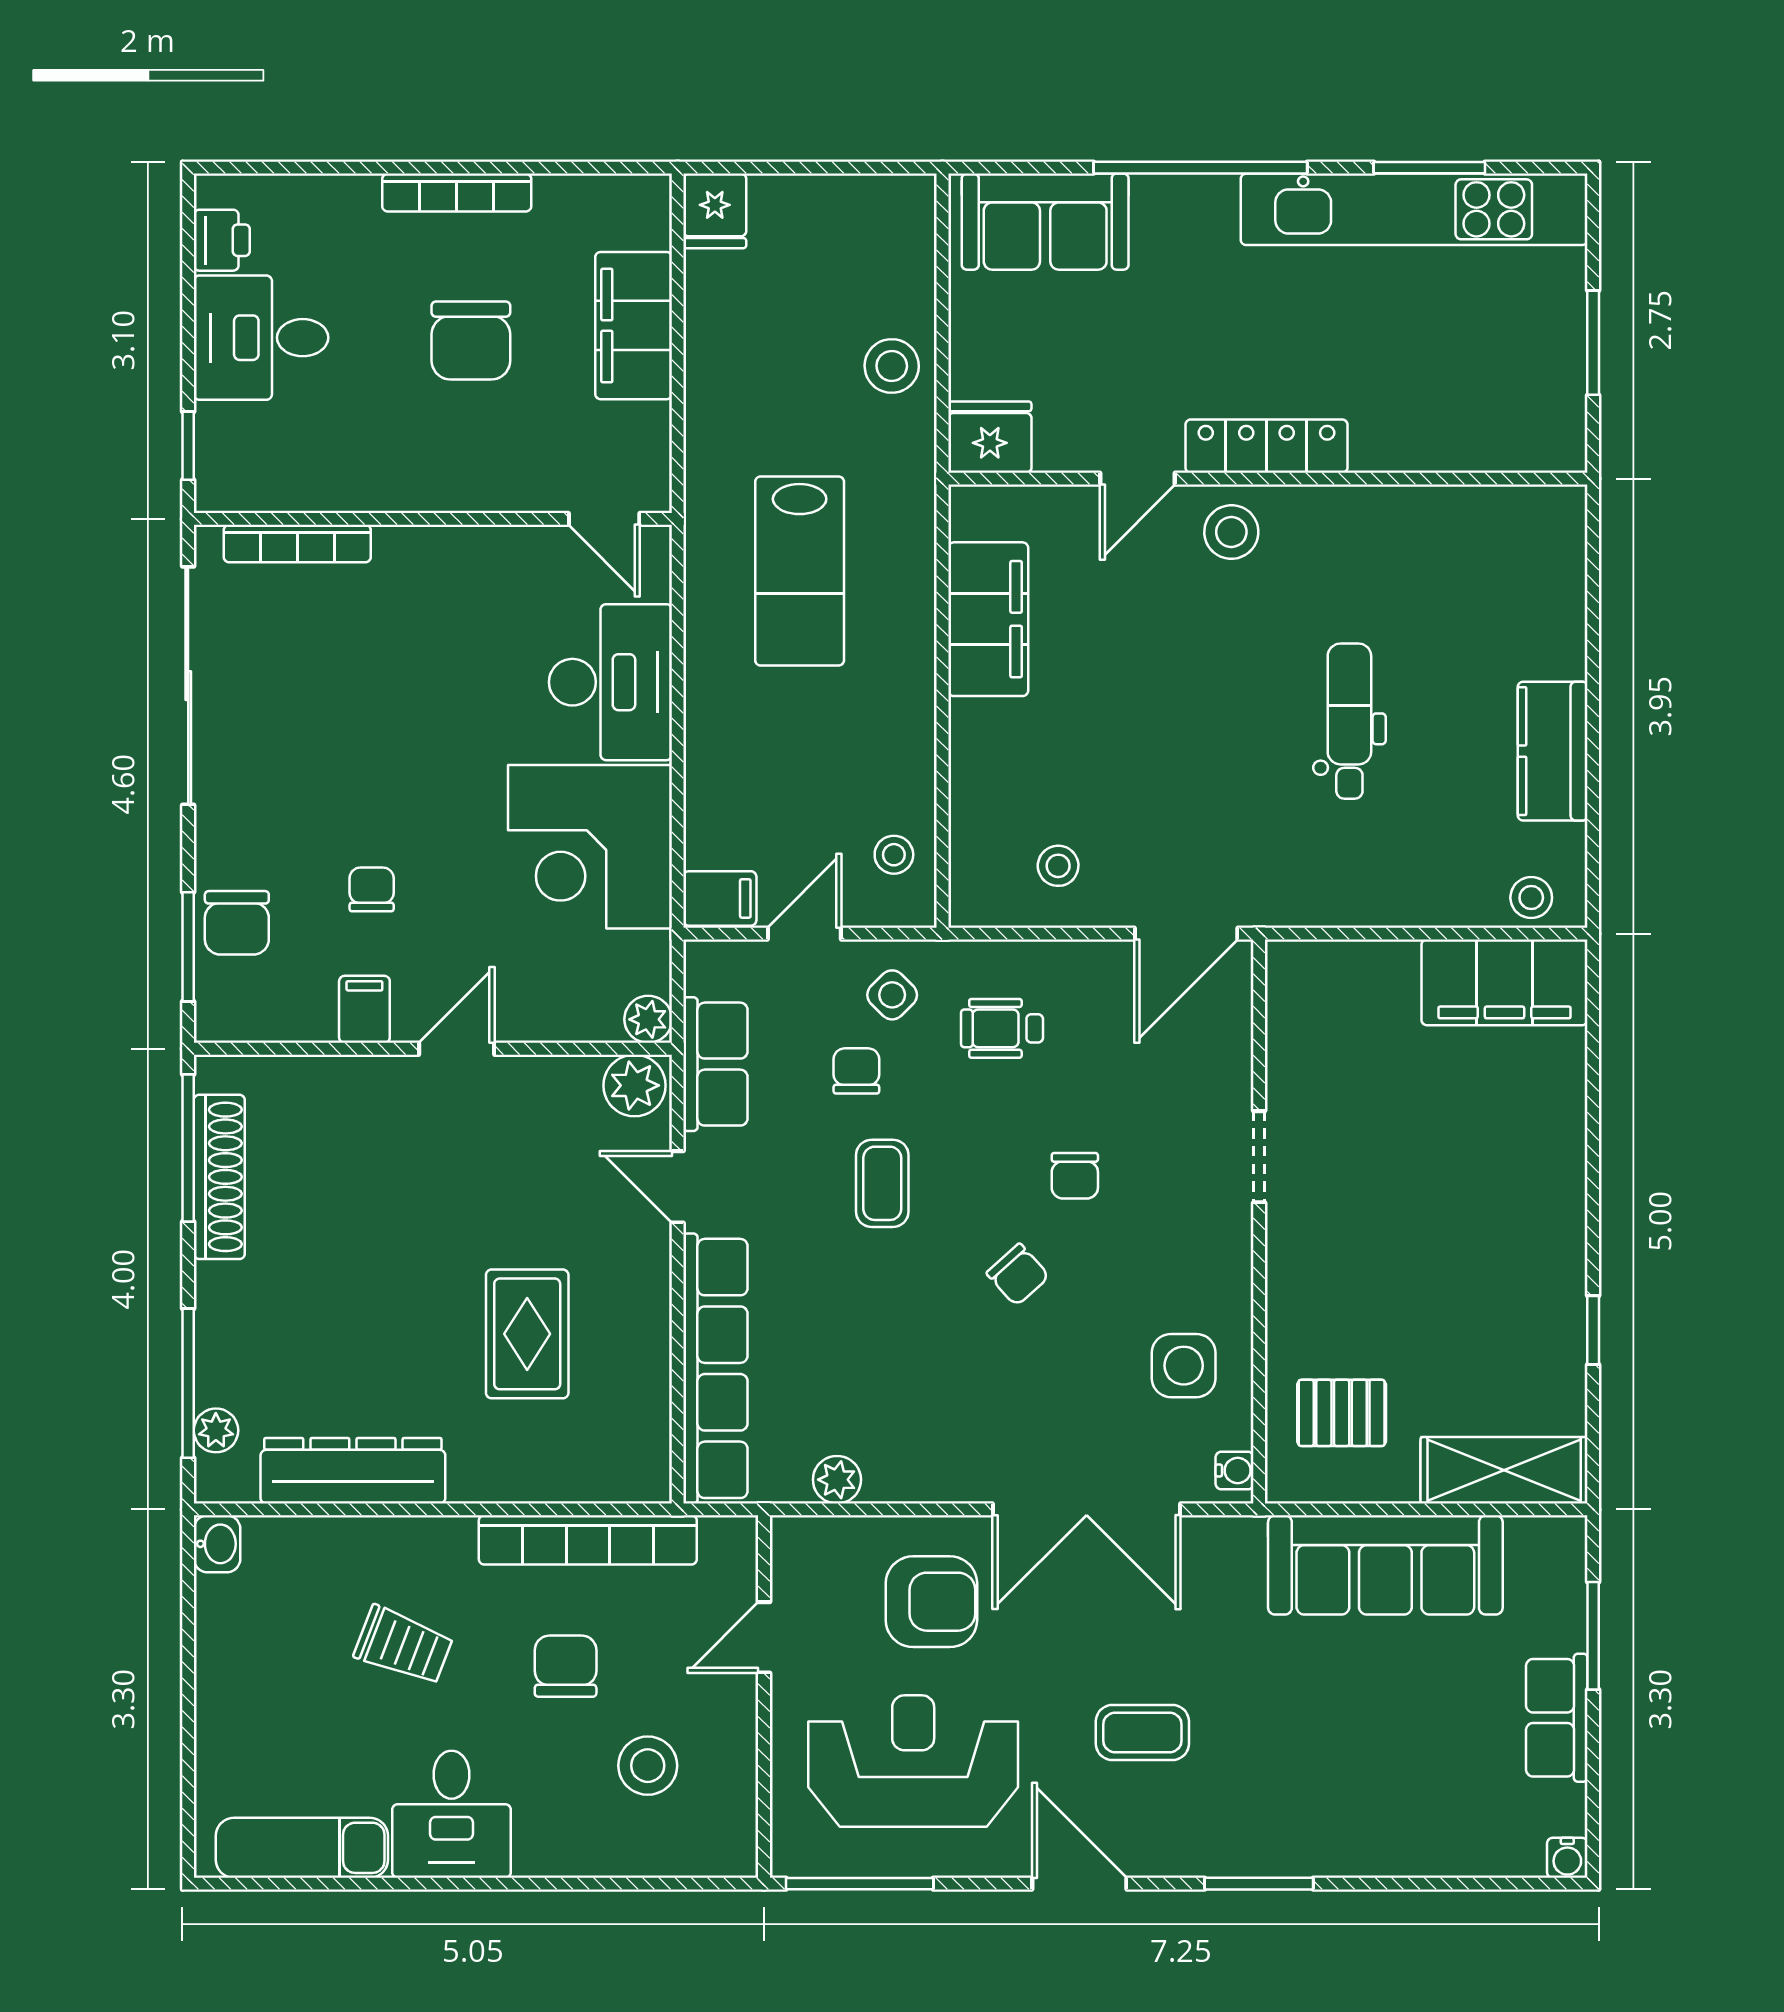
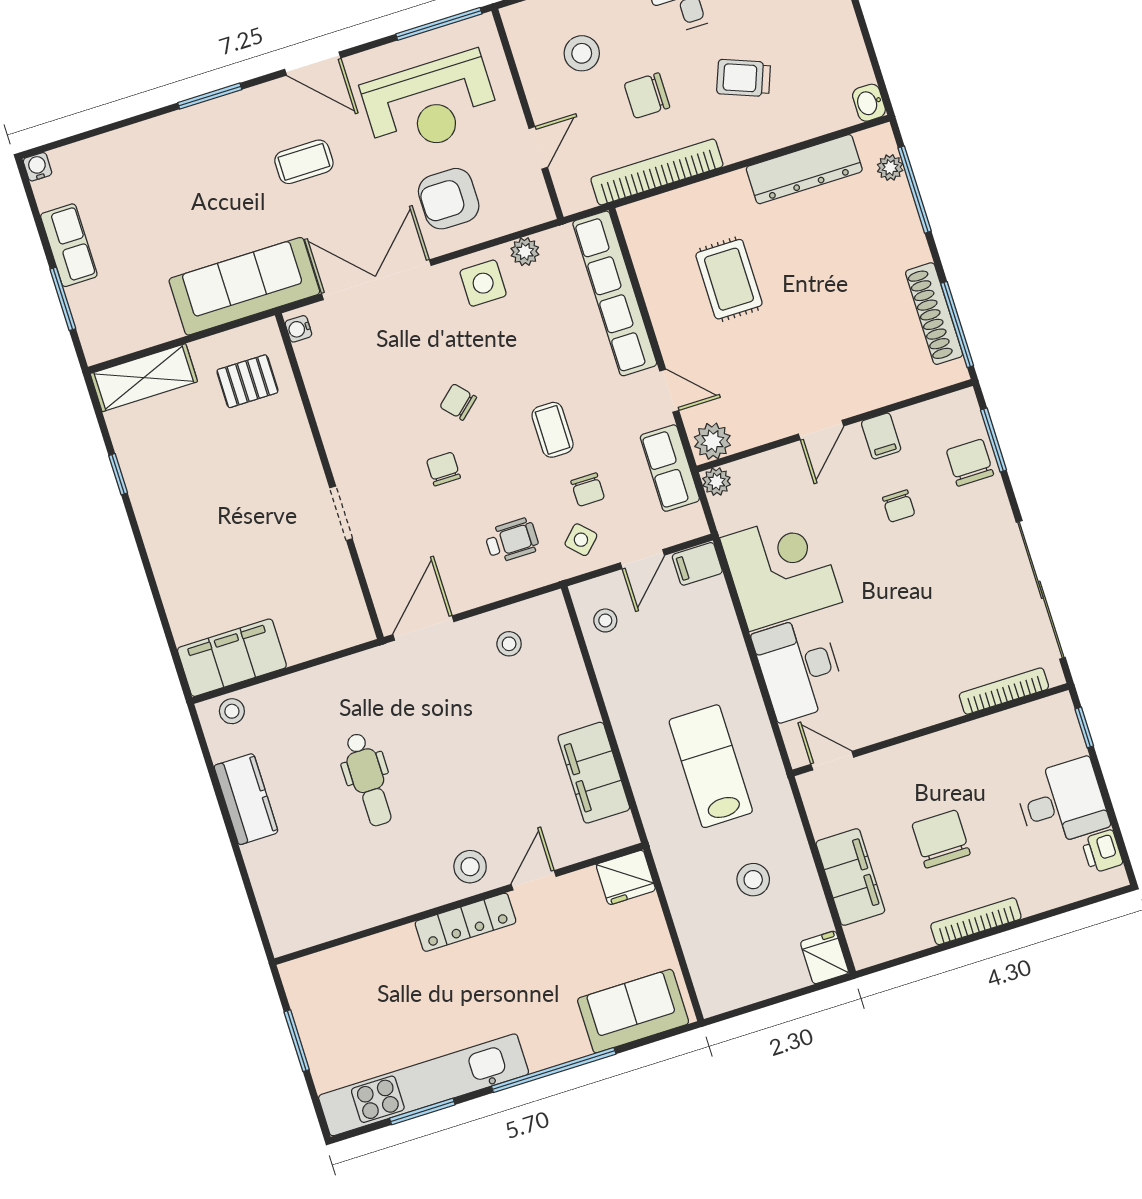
stool: (892, 366) -> (753, 880), moved
side table: (1184, 1366) -> (483, 283), moved
sofa: (1385, 1565) -> (244, 286), moved
chair: (566, 1666) -> (647, 96), turned 90

